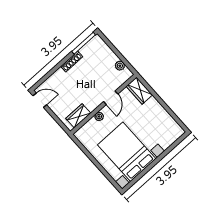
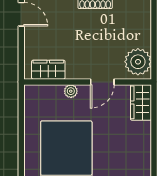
plant: (120, 66) -> (138, 62), width x1.88, depth x1.88

